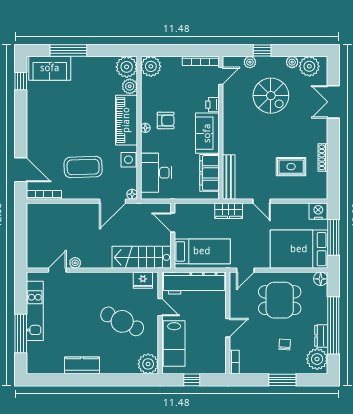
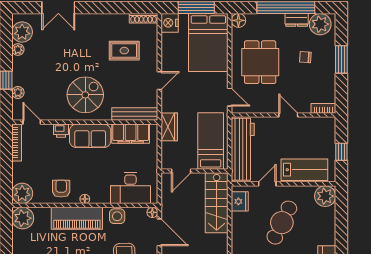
plant: (130, 86) -> (42, 215), removed
spiral stairs: (271, 96) -> (85, 95), moved
armchair: (166, 120) -> (61, 189), moved
shoe rack: (323, 157) -> (143, 18), moved
rug: (291, 167) -> (124, 51), turned 90
wardrobe: (229, 211) -> (169, 127), moved

